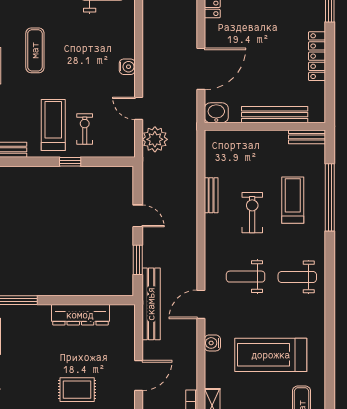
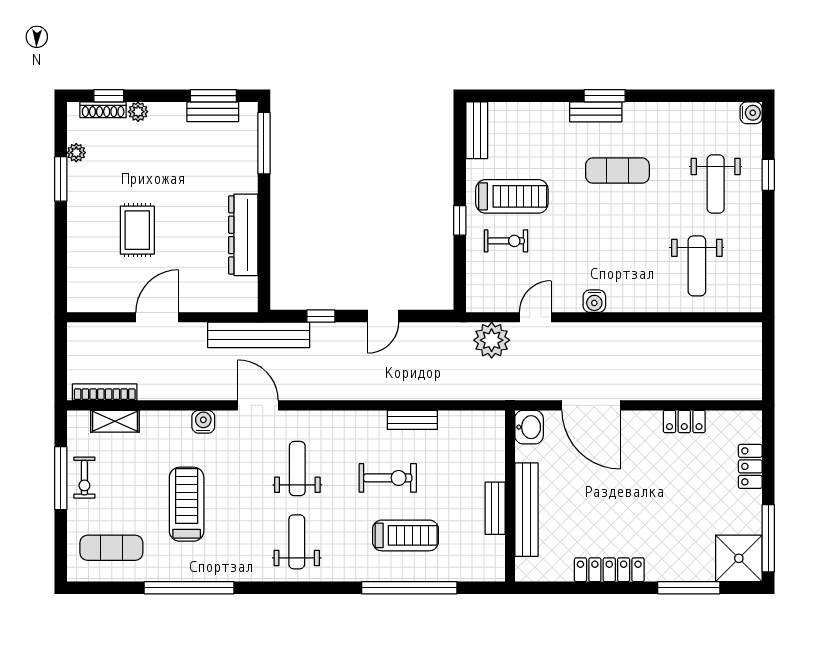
bench: (307, 137) -> (495, 508), moved
window: (138, 260) -> (321, 316), width x0.67
window: (330, 353) -> (189, 588), added
treadmill: (271, 355) -> (187, 504), width x0.73, depth x0.73
door: (139, 376) -> (157, 317), swing flipped

